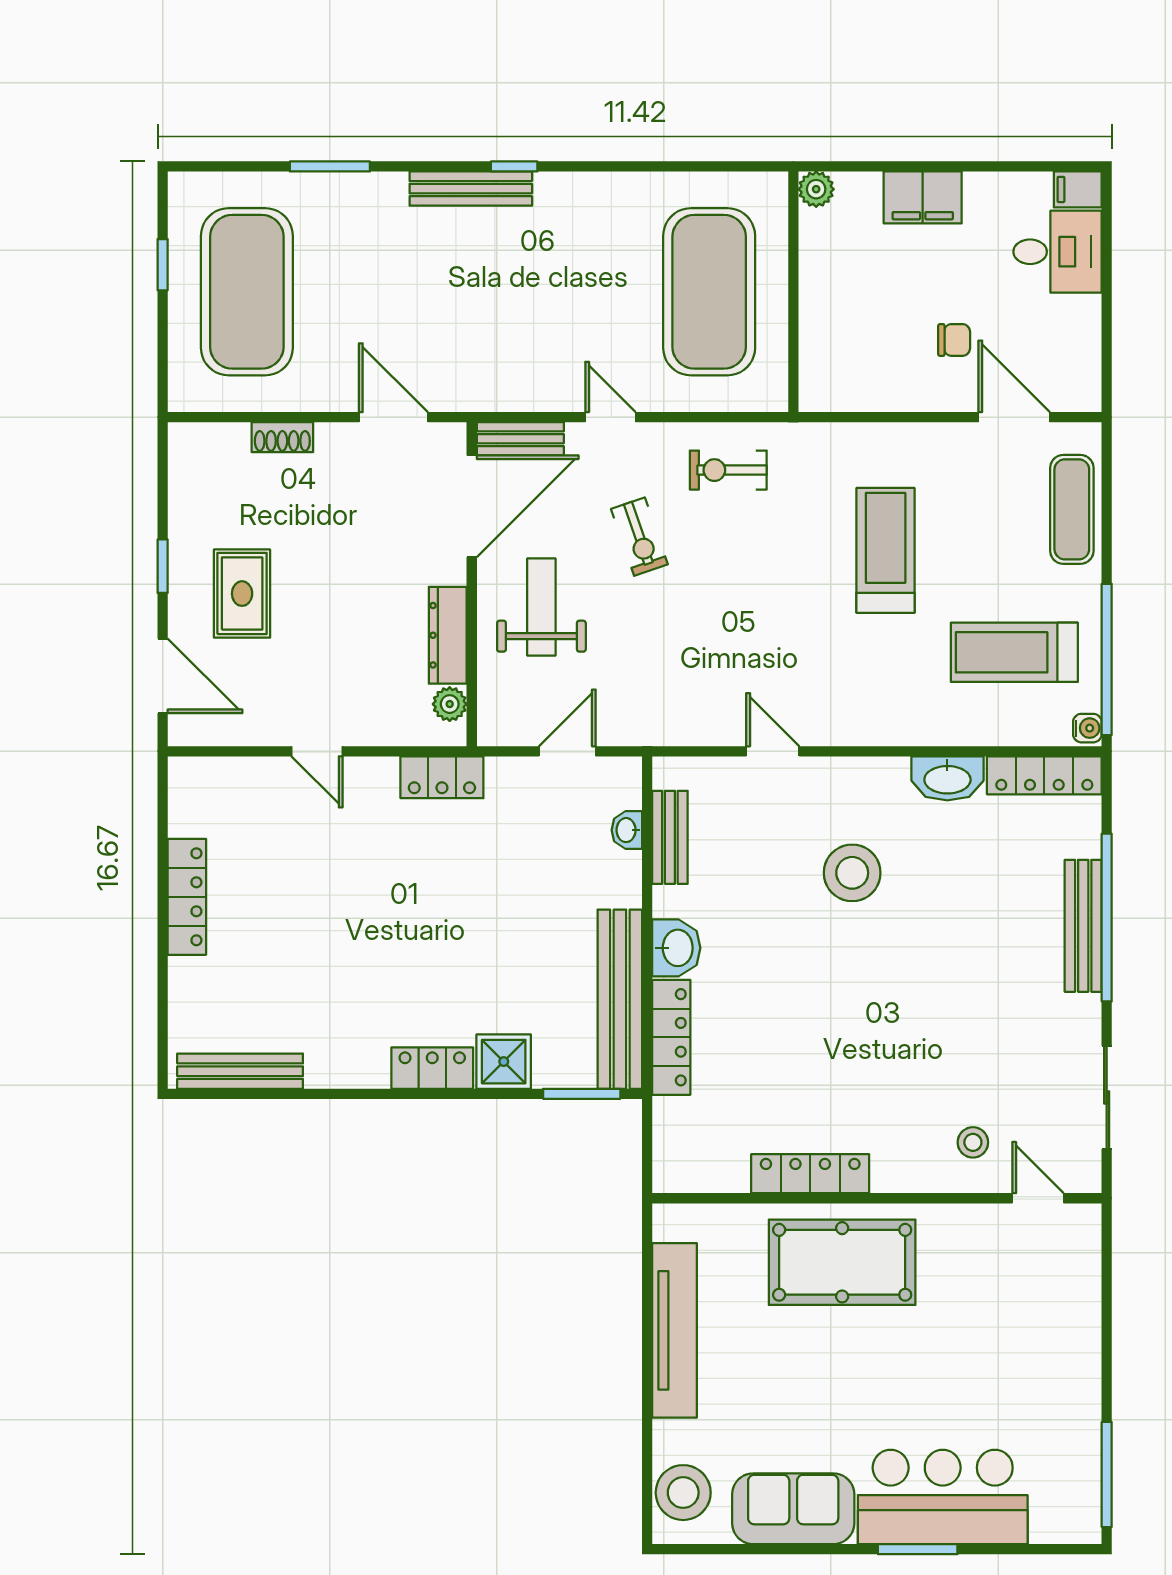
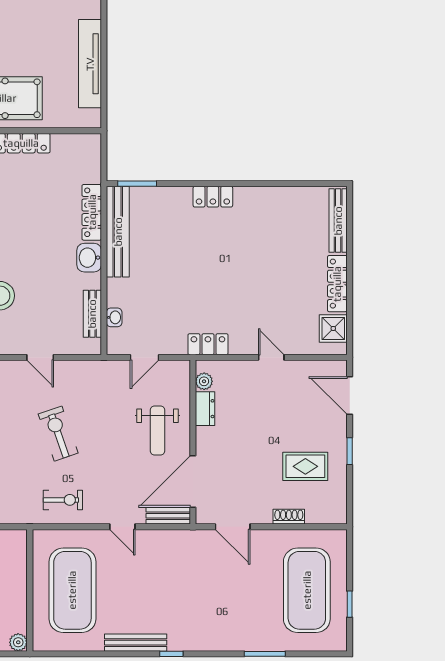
bench: (471, 189) -> (136, 643), moved
exercise bike: (639, 537) -> (58, 434), moved, width x1.38, depth x1.39
rug: (242, 594) -> (305, 466), moved, turned 90
dresser: (448, 635) -> (205, 409), width x0.70
shower: (504, 1062) -> (333, 328), moved
bench: (240, 1071) -> (338, 221), moved, turned 90

